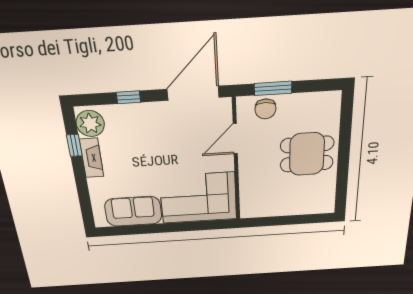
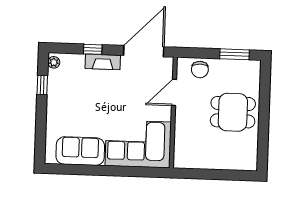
window: (273, 88) -> (234, 54), moved
plant: (90, 124) -> (54, 62), width x0.53, depth x0.53
fireplace: (92, 158) -> (103, 62), moved, turned 90

